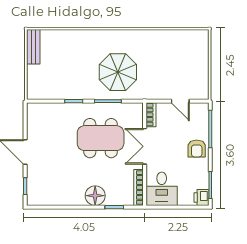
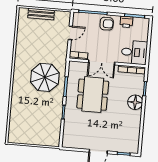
bench: (33, 47) -> (41, 14), moved
printer: (201, 198) -> (126, 22), moved

